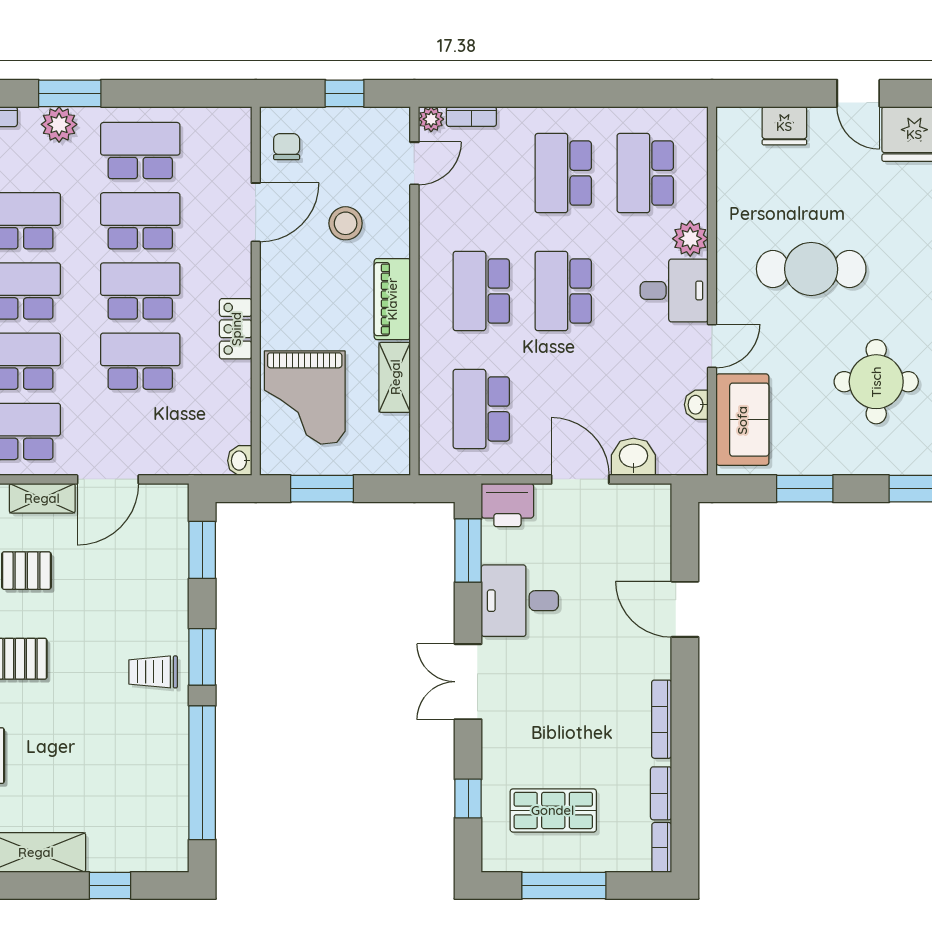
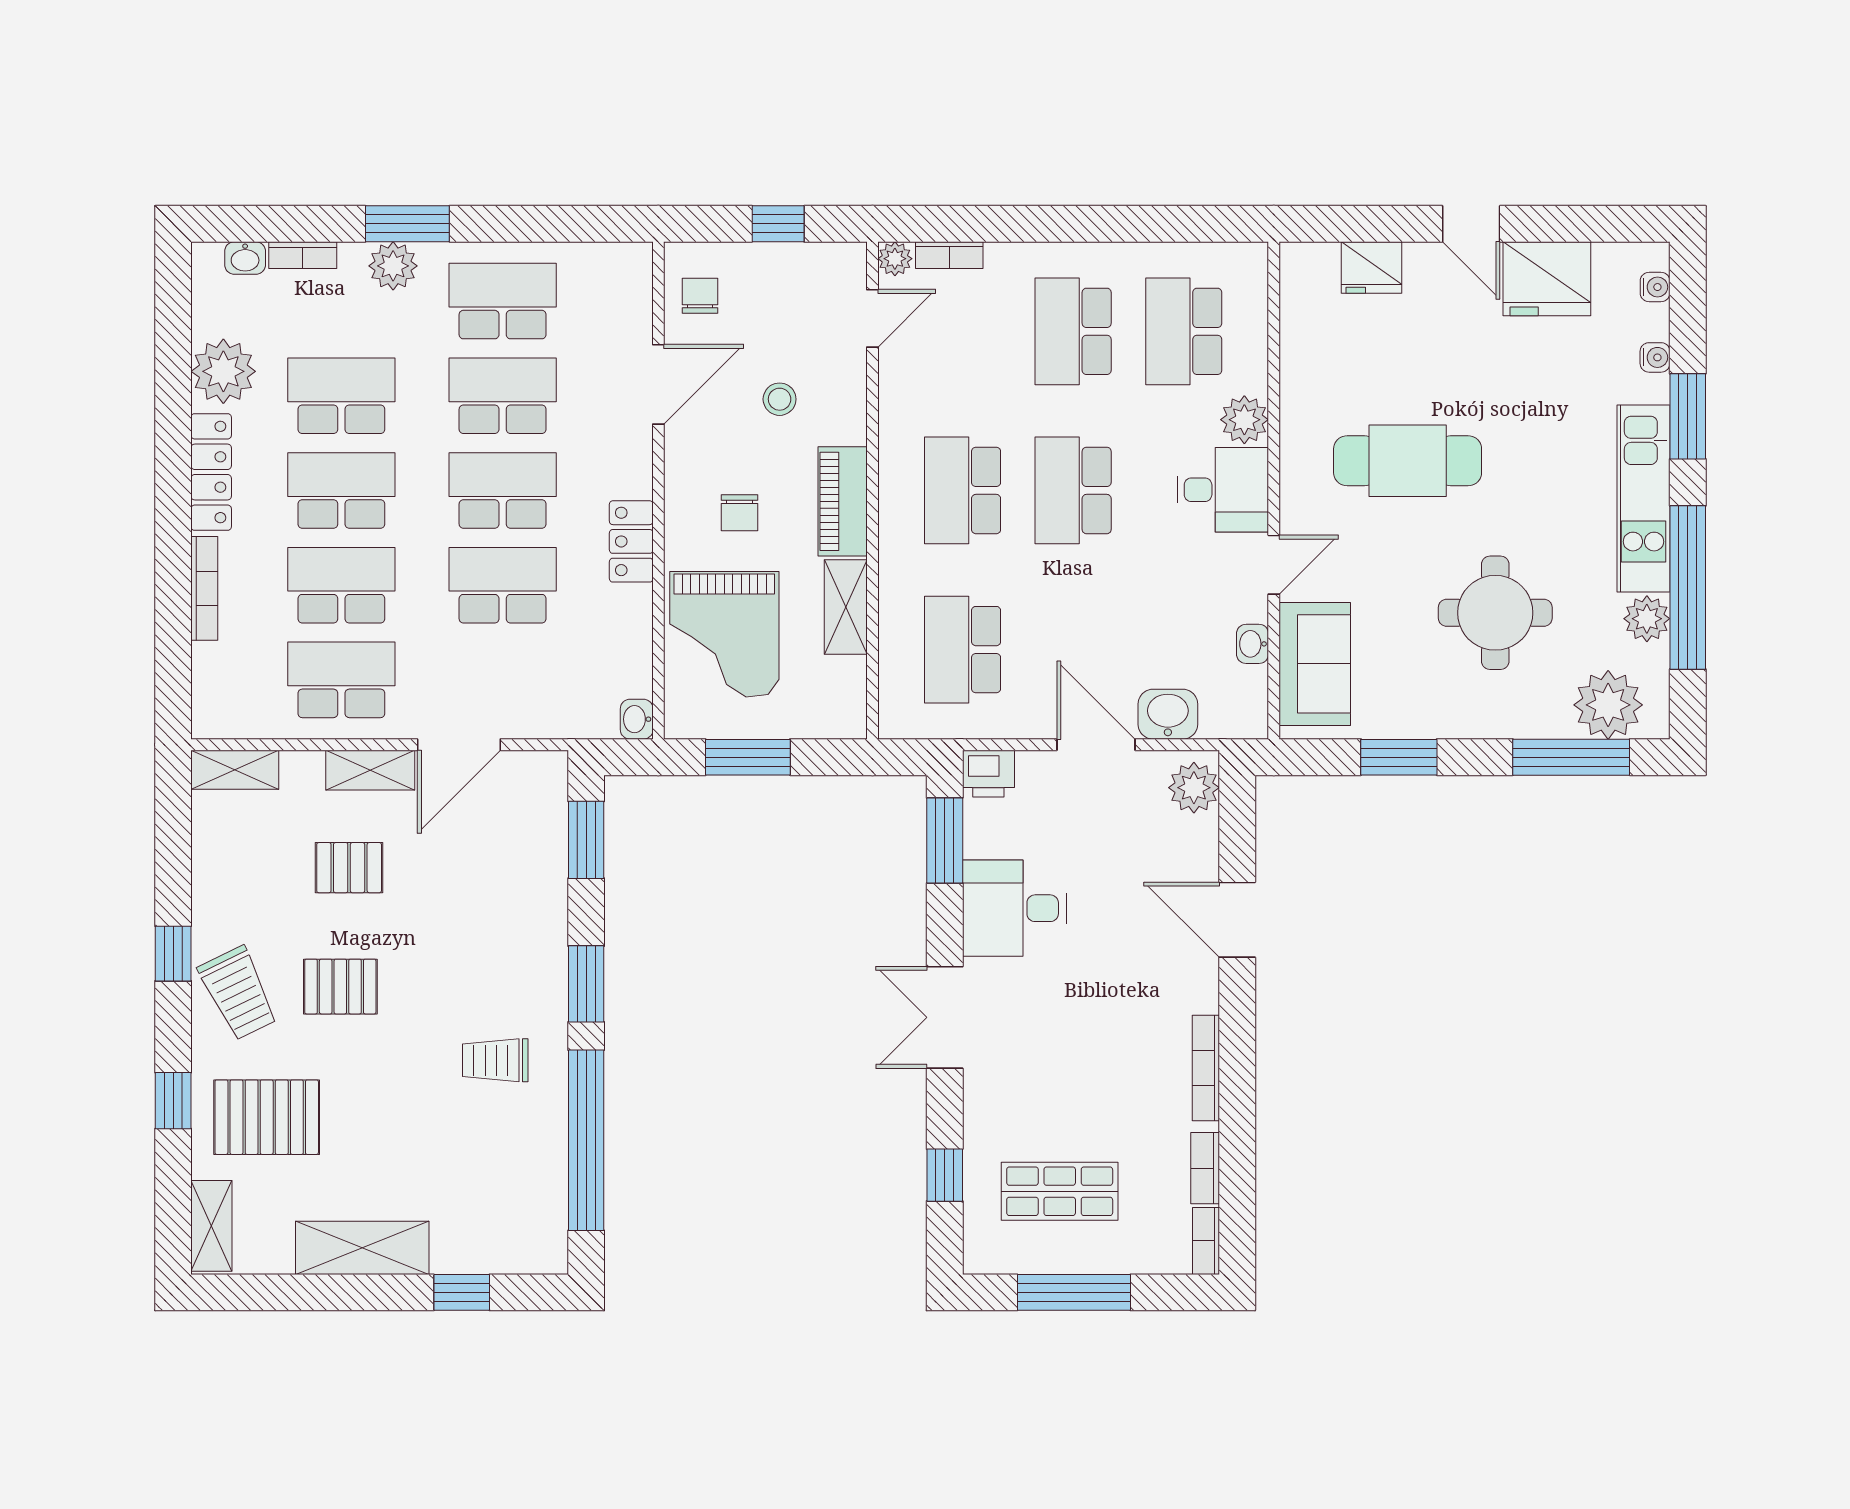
stool: (346, 223) -> (780, 399), width x0.73, depth x0.73
chair: (316, 308) -> (739, 513), added
printer: (507, 505) -> (988, 774), width x0.73, depth x0.81
plant: (653, 511) -> (1194, 788), added
trolley: (153, 672) -> (495, 1060), moved

